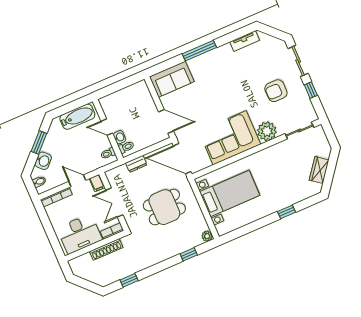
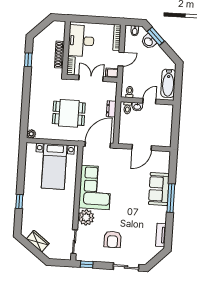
sofa: (172, 79) -> (159, 189), moved
window: (311, 90) -> (87, 264), moved
armchair: (276, 91) -> (112, 239), turned 180
door: (166, 121) -> (142, 147), moved
window: (39, 142) -> (156, 36), moved
dining table: (164, 207) -> (69, 113), turned 90
window: (189, 254) -> (25, 113), removed

